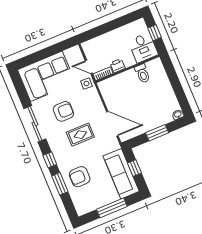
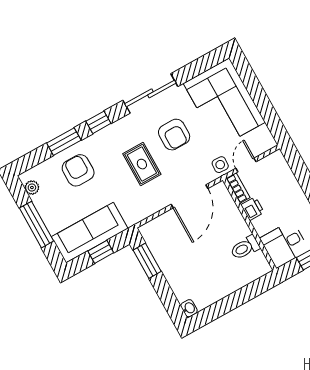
door: (112, 124) -> (190, 196), moved
window: (157, 133) -> (147, 261), moved
plant: (87, 208) -> (32, 188), added

